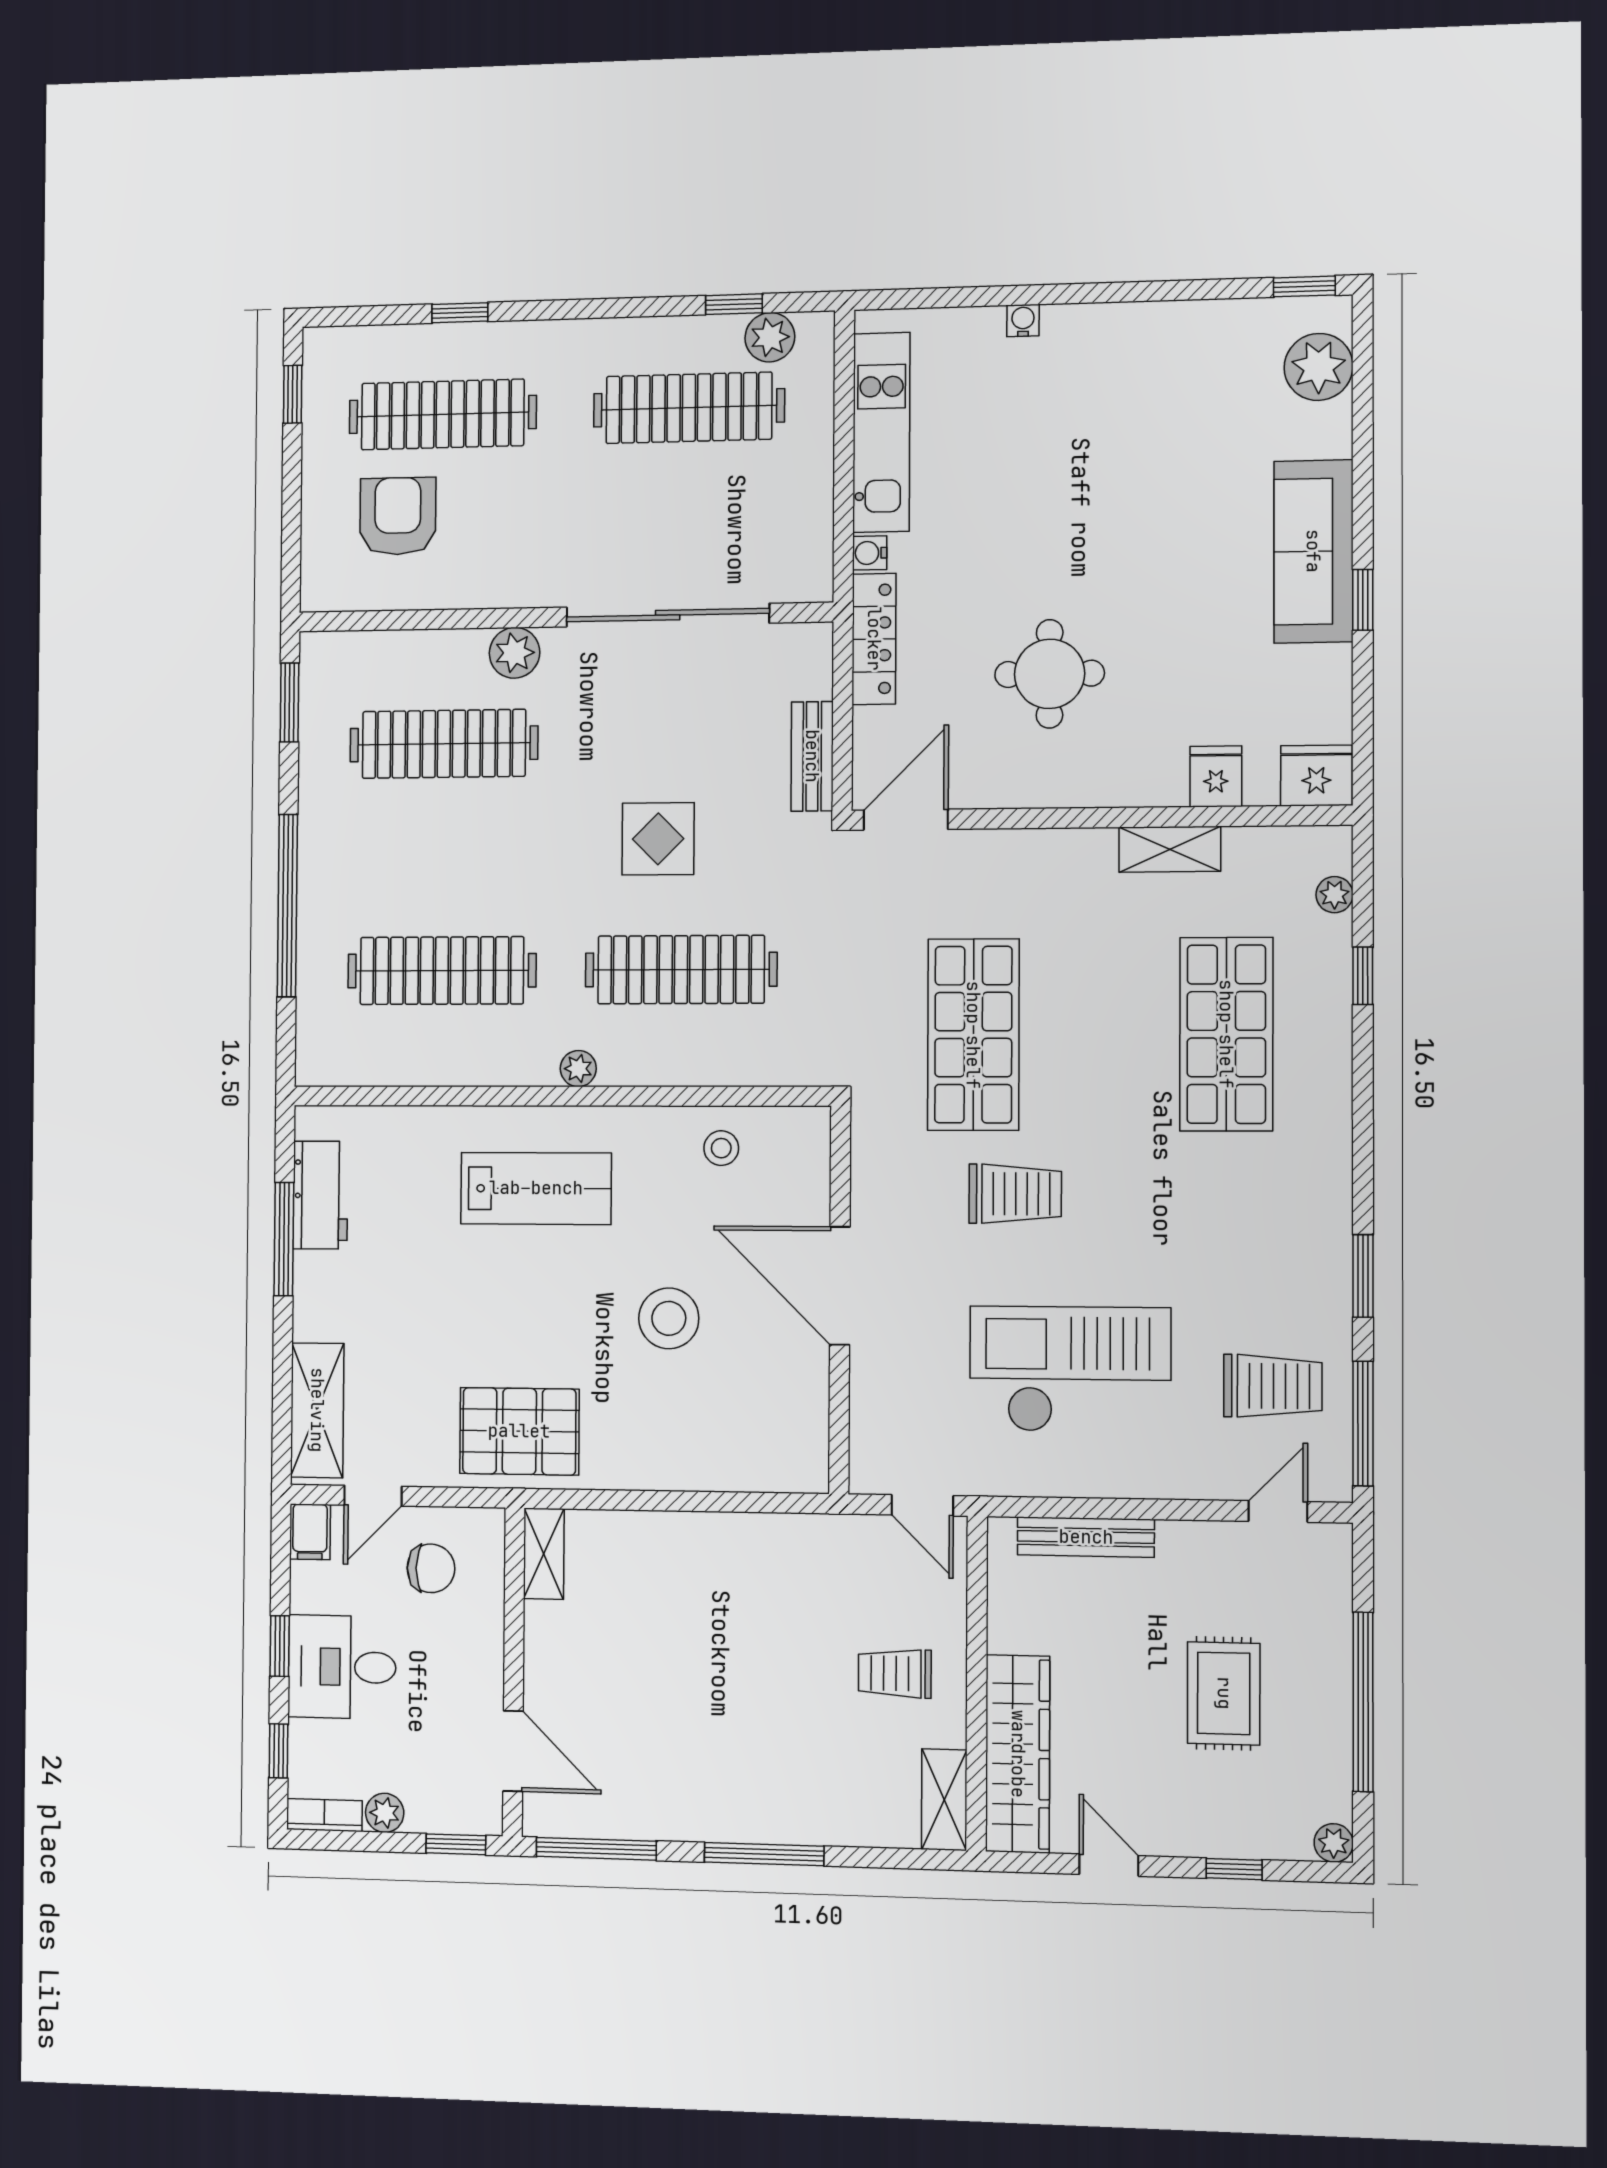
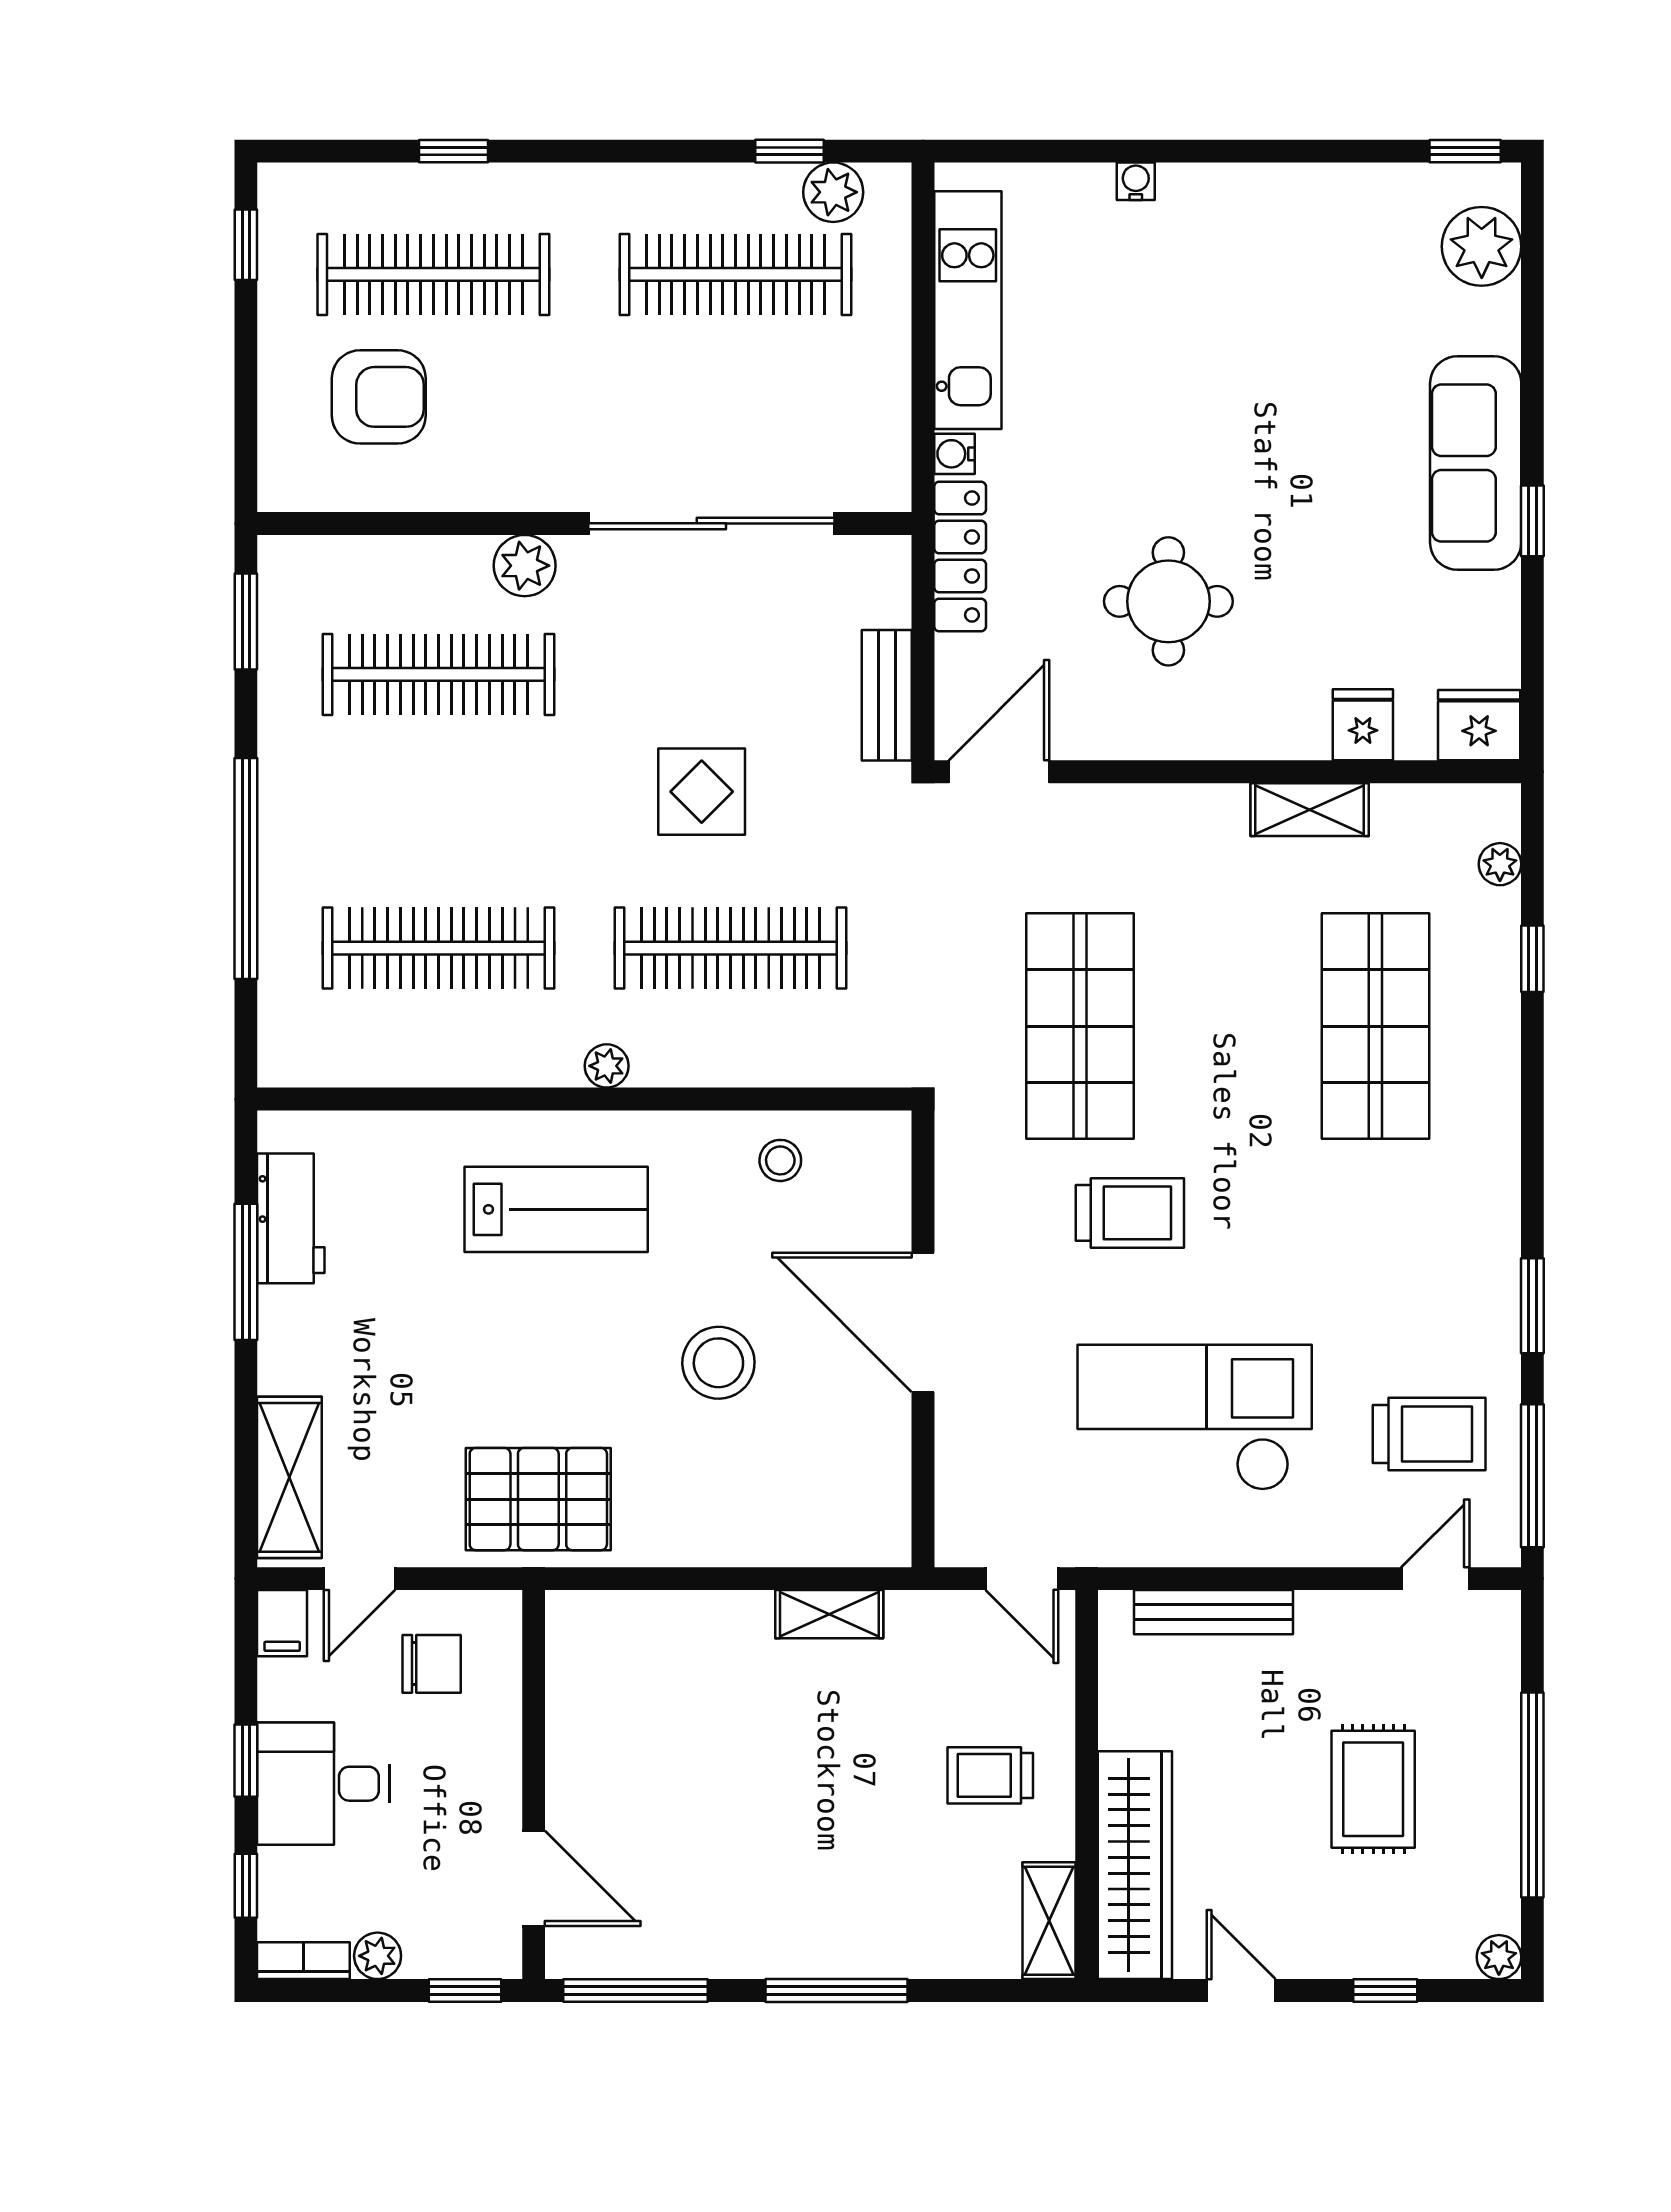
armchair: (398, 516) -> (379, 397), turned 90
shelving: (544, 1554) -> (829, 1614), moved, turned 90

